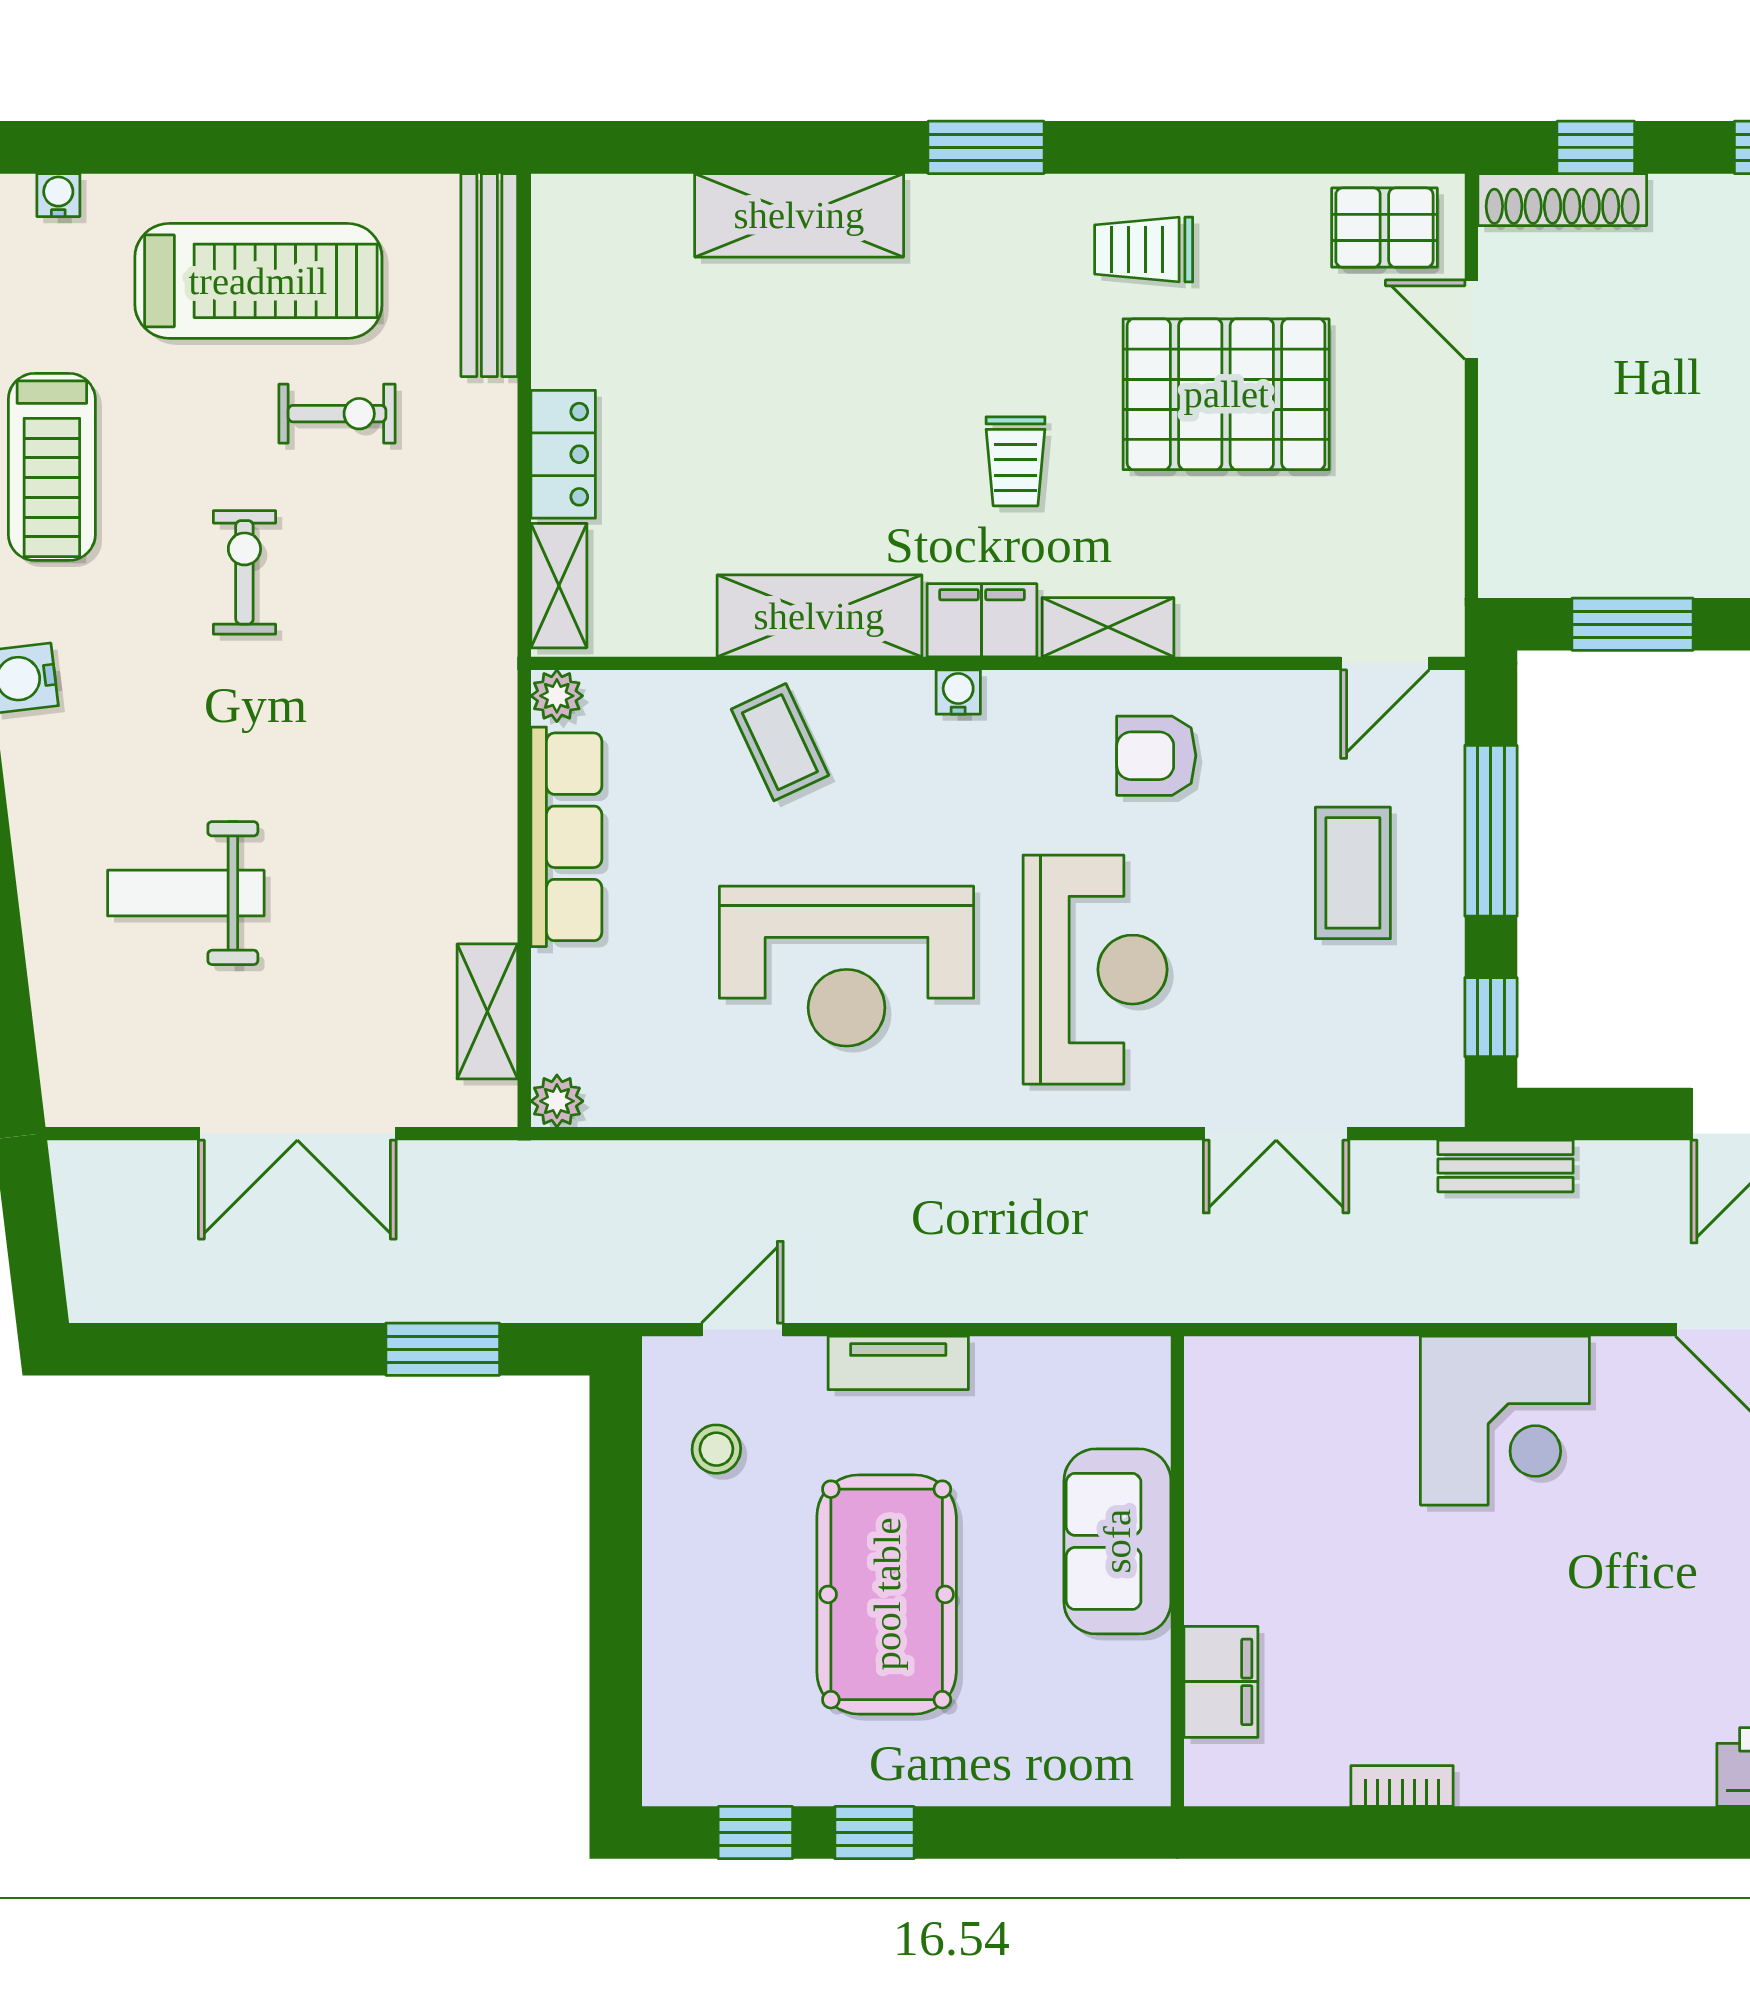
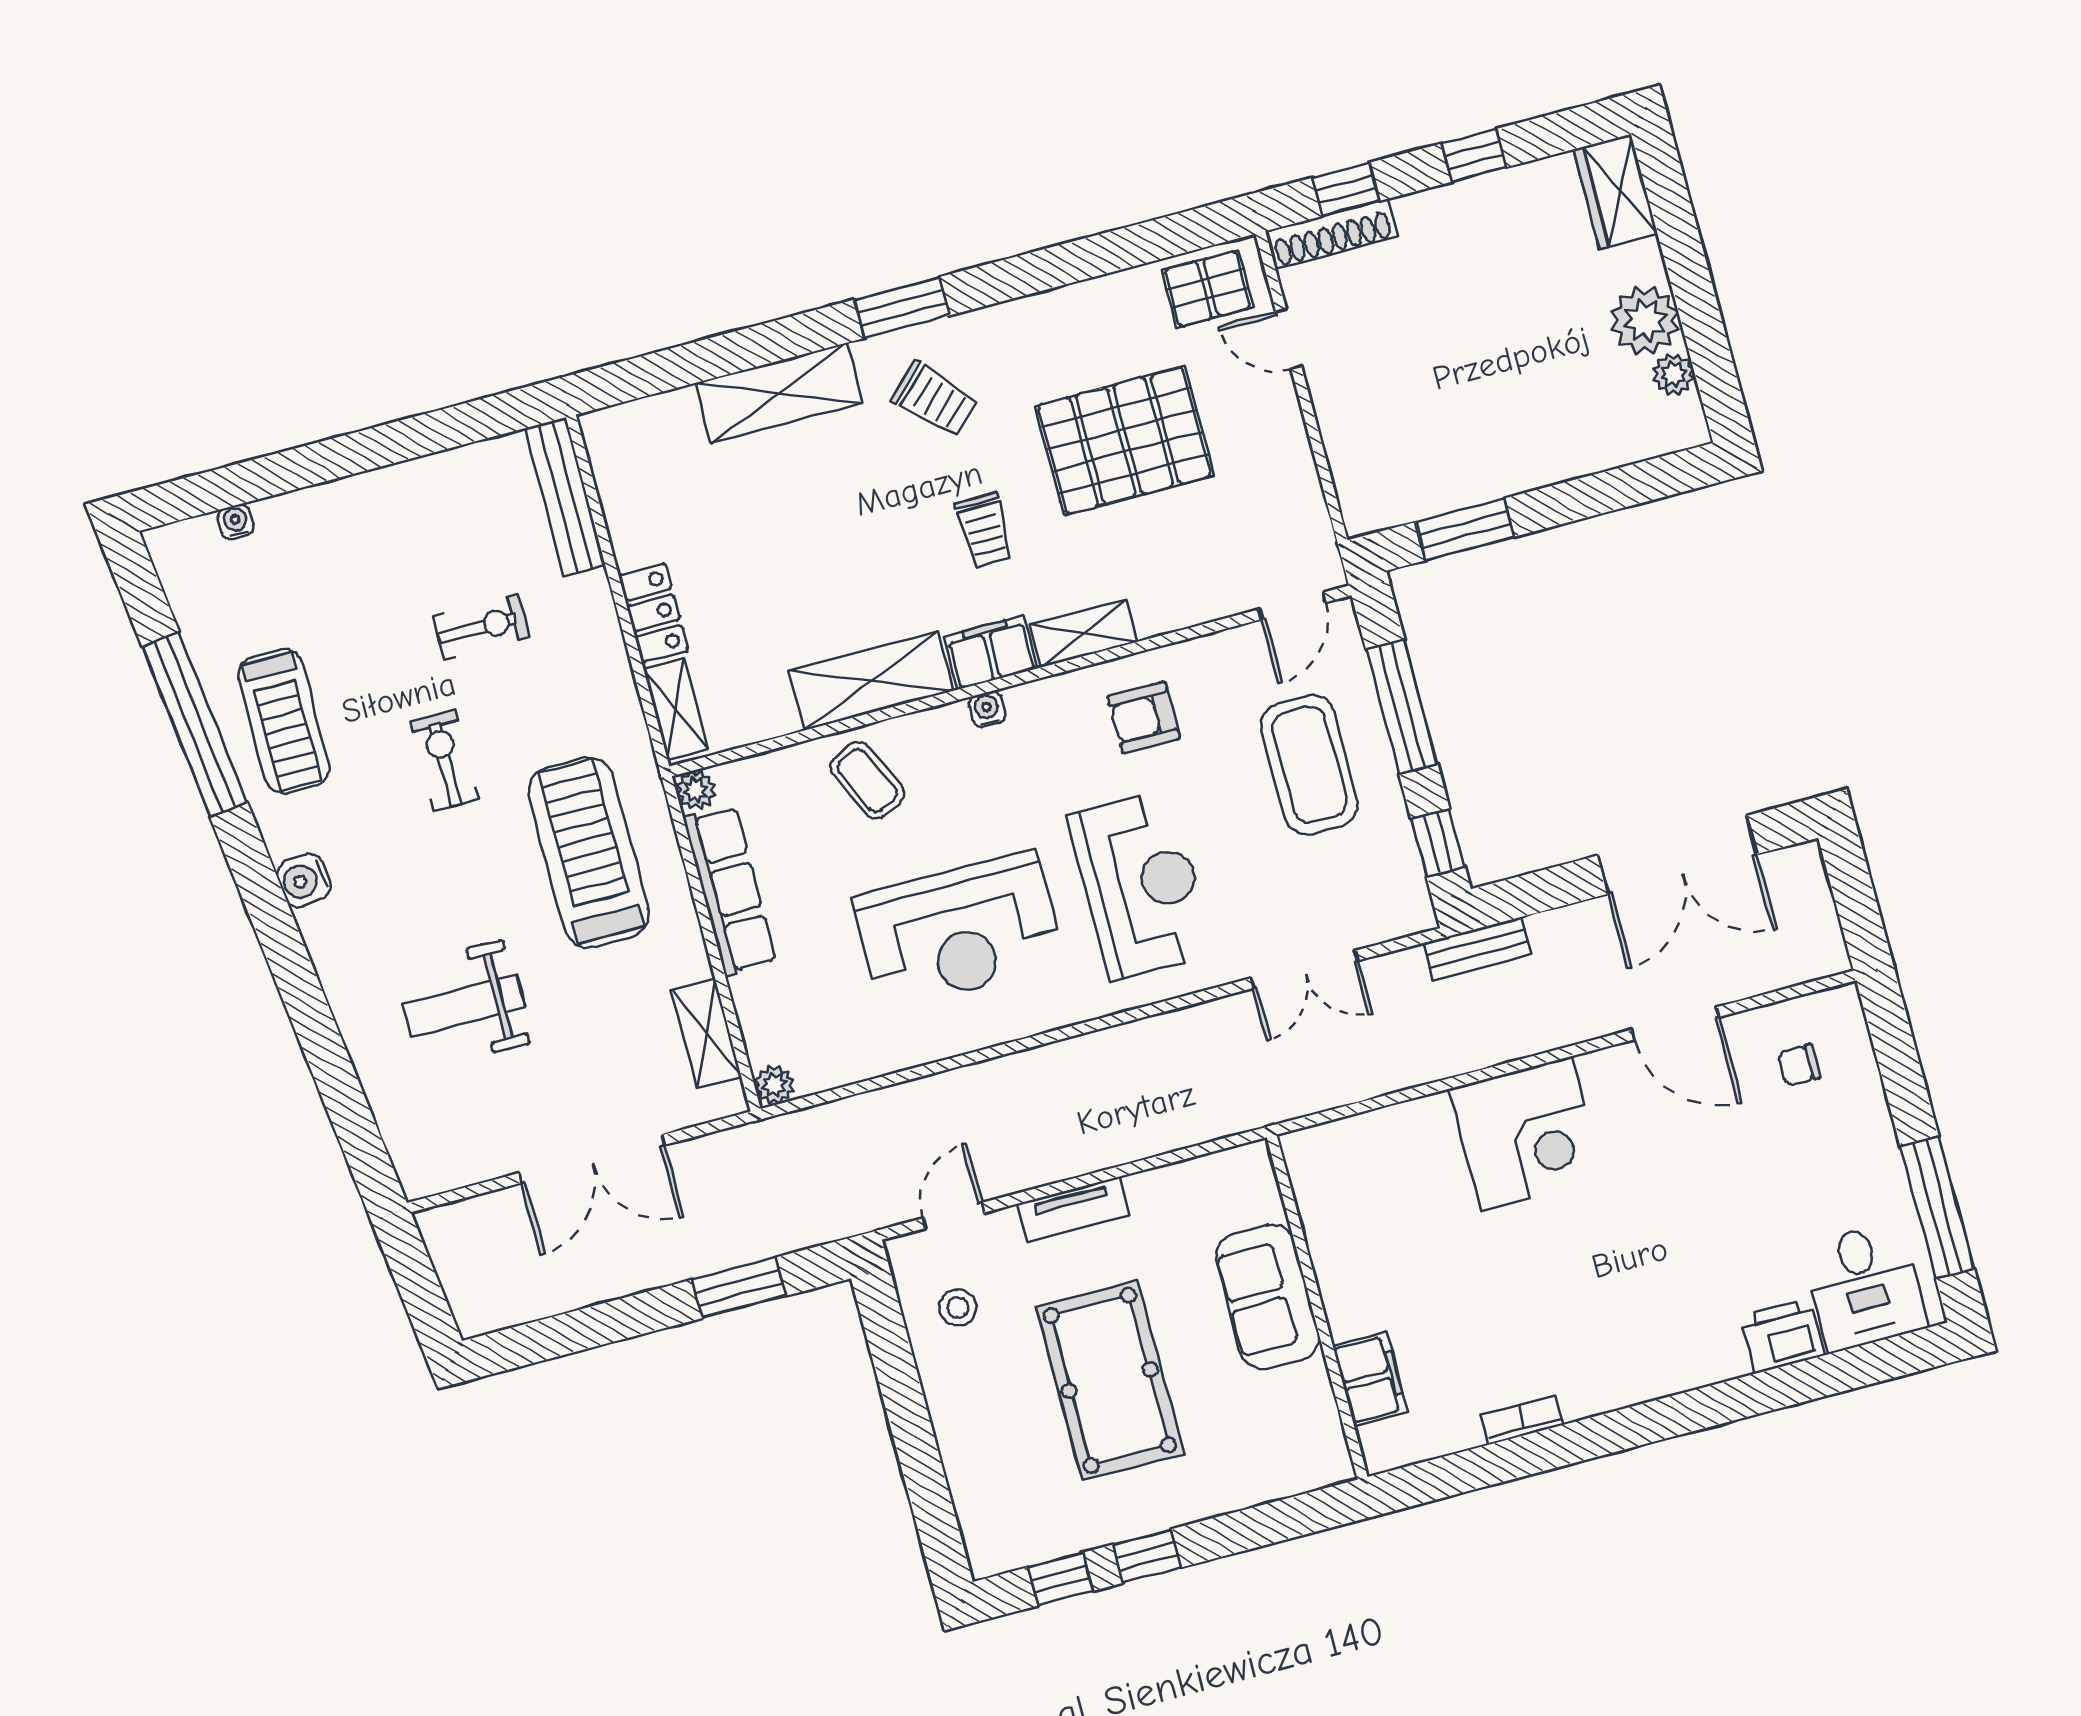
trolley: (1144, 249) -> (935, 399), moved, turned -134
treadmill: (258, 281) -> (588, 853), moved, turned -90
coffee table: (1353, 873) -> (1309, 765), width x1.36, depth x1.32

